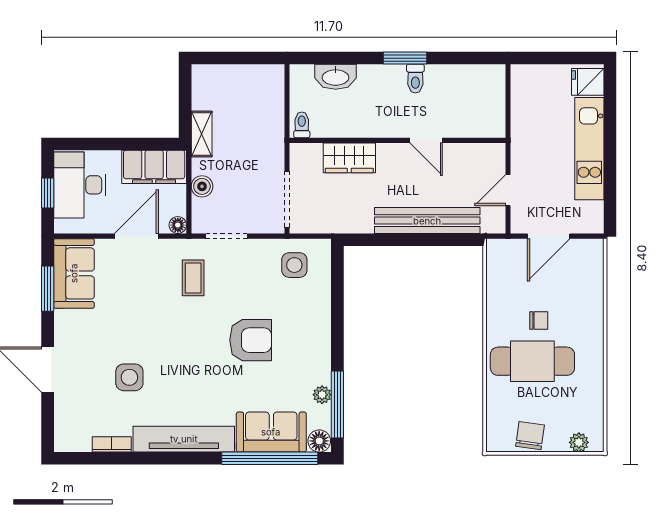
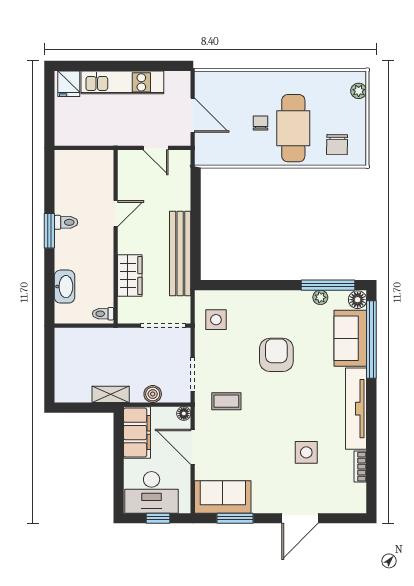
bench: (427, 221) -> (180, 254), moved
chair: (530, 436) -> (337, 145), moved, turned -97

